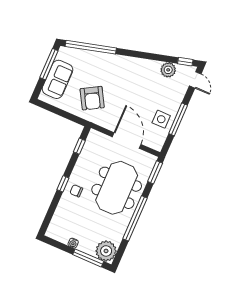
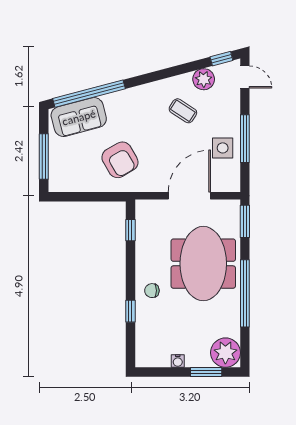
window: (49, 64) -> (44, 156), moved
sofa: (58, 79) -> (79, 117), moved, turned 75
coffee table: (146, 84) -> (183, 111), added
door: (127, 141) -> (189, 196), hinge flipped
window: (63, 184) -> (130, 311), moved
window: (88, 258) -> (206, 372), width x0.69

